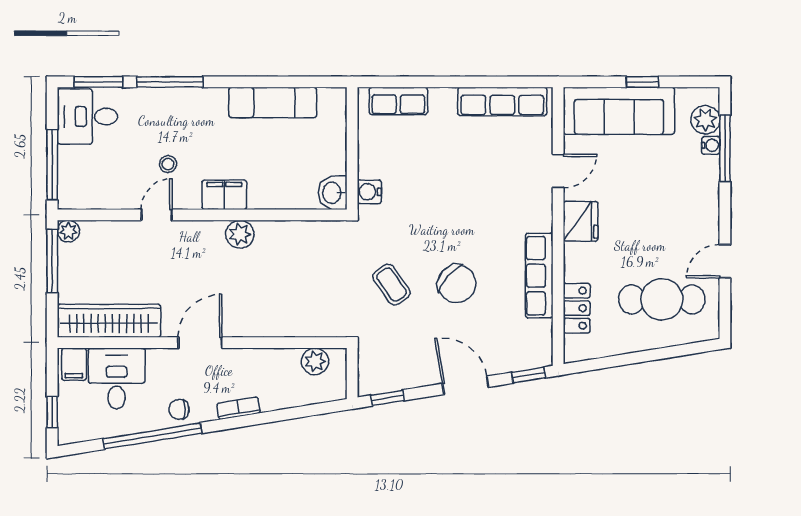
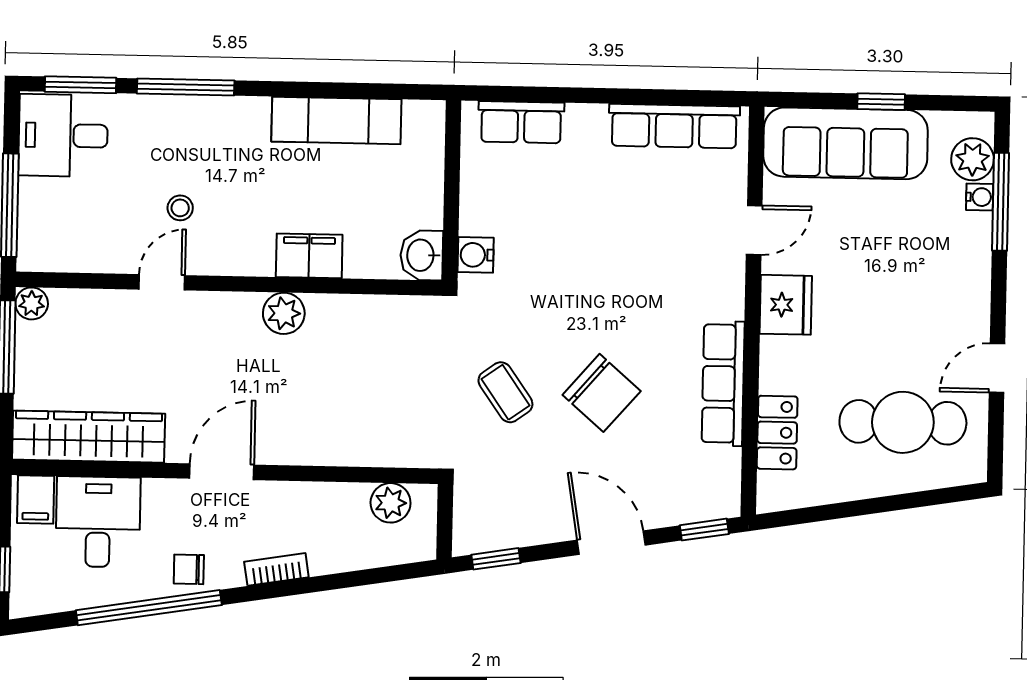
filing cabinet: (224, 195) -> (309, 256), moved

